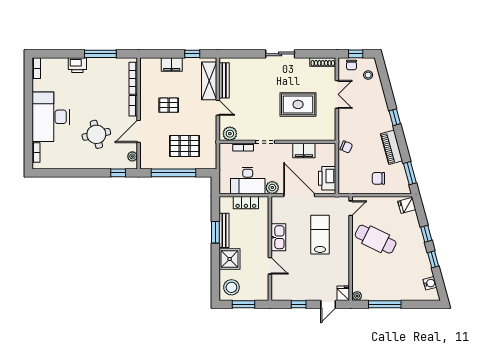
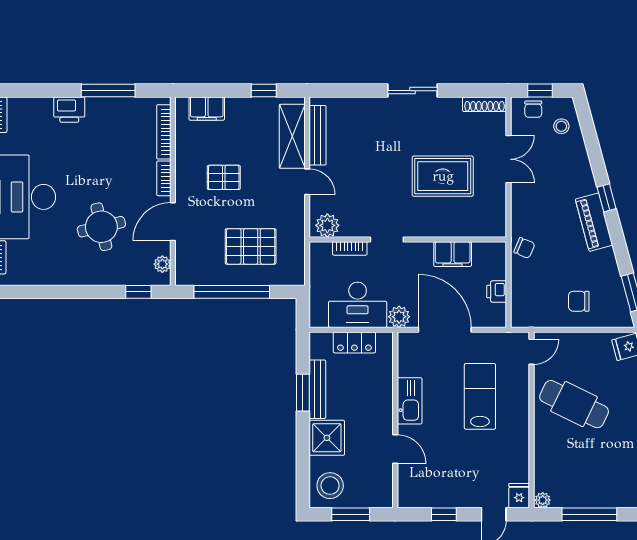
filing cabinet: (172, 65) -> (207, 109), moved
piano: (392, 147) -> (594, 222), moved
printer: (327, 178) -> (497, 292), width x0.53, depth x0.68

